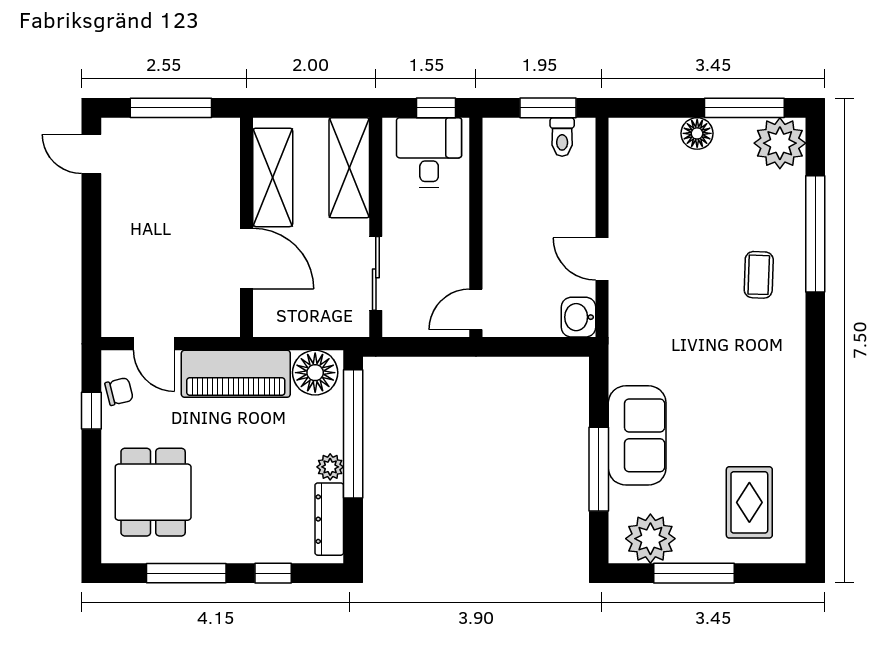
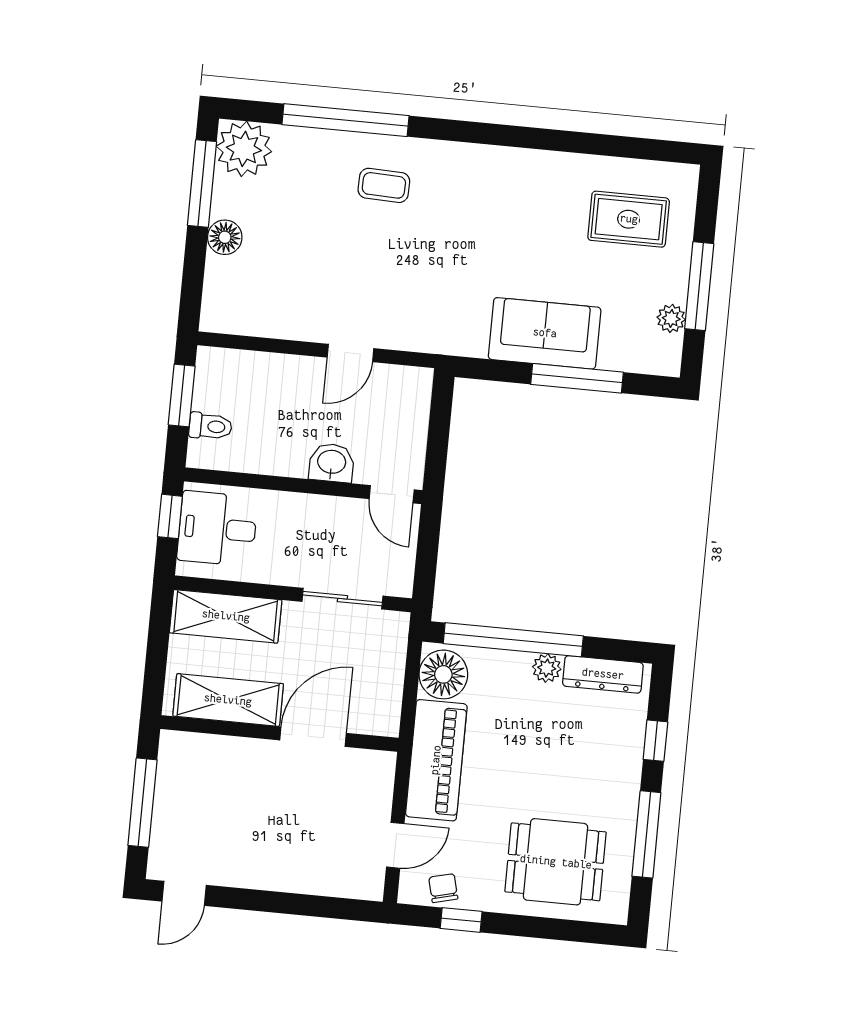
toilet: (562, 137) -> (210, 426), moved
washbasin: (578, 317) -> (332, 463), moved, turned 180
plant: (650, 539) -> (671, 318), width x0.53, depth x0.53

